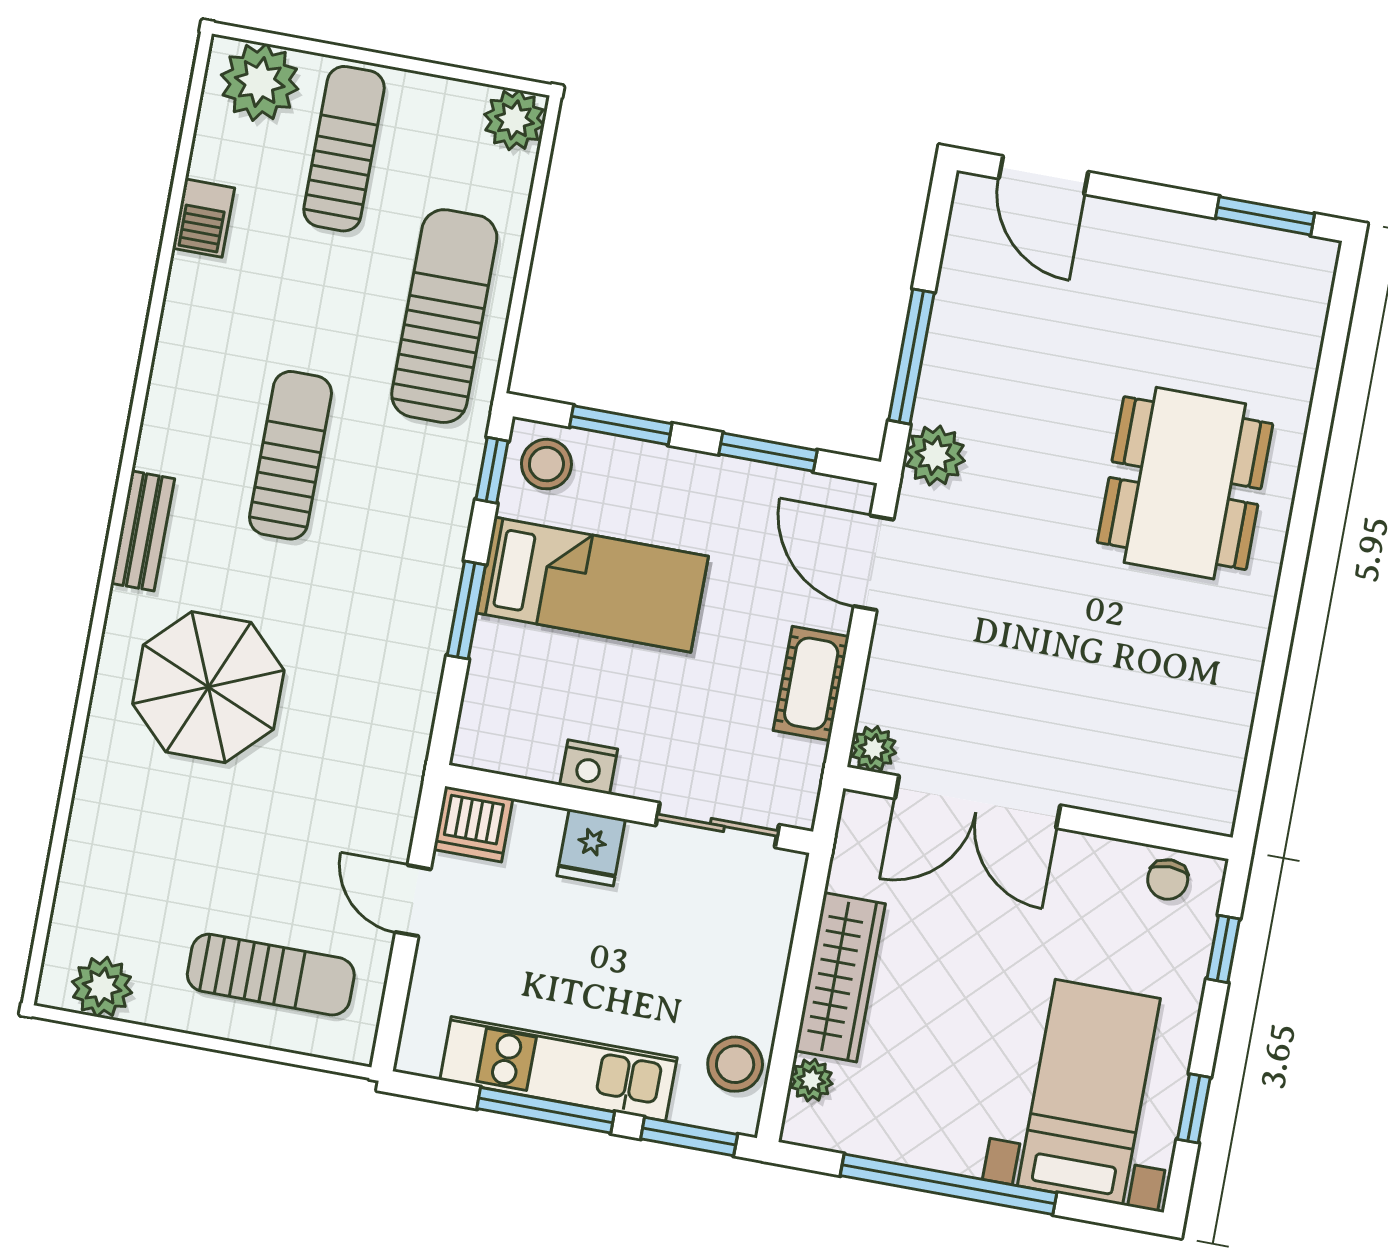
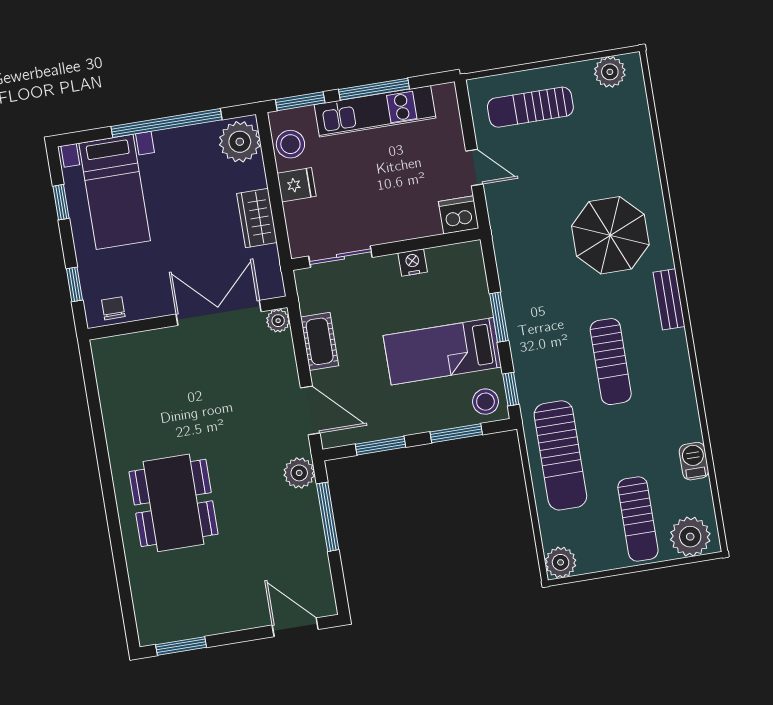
fridge: (591, 848) -> (297, 185), moved, turned 90
wardrobe: (840, 977) -> (257, 218), width x0.67
plant: (811, 1080) -> (240, 142), width x1.87, depth x1.87

